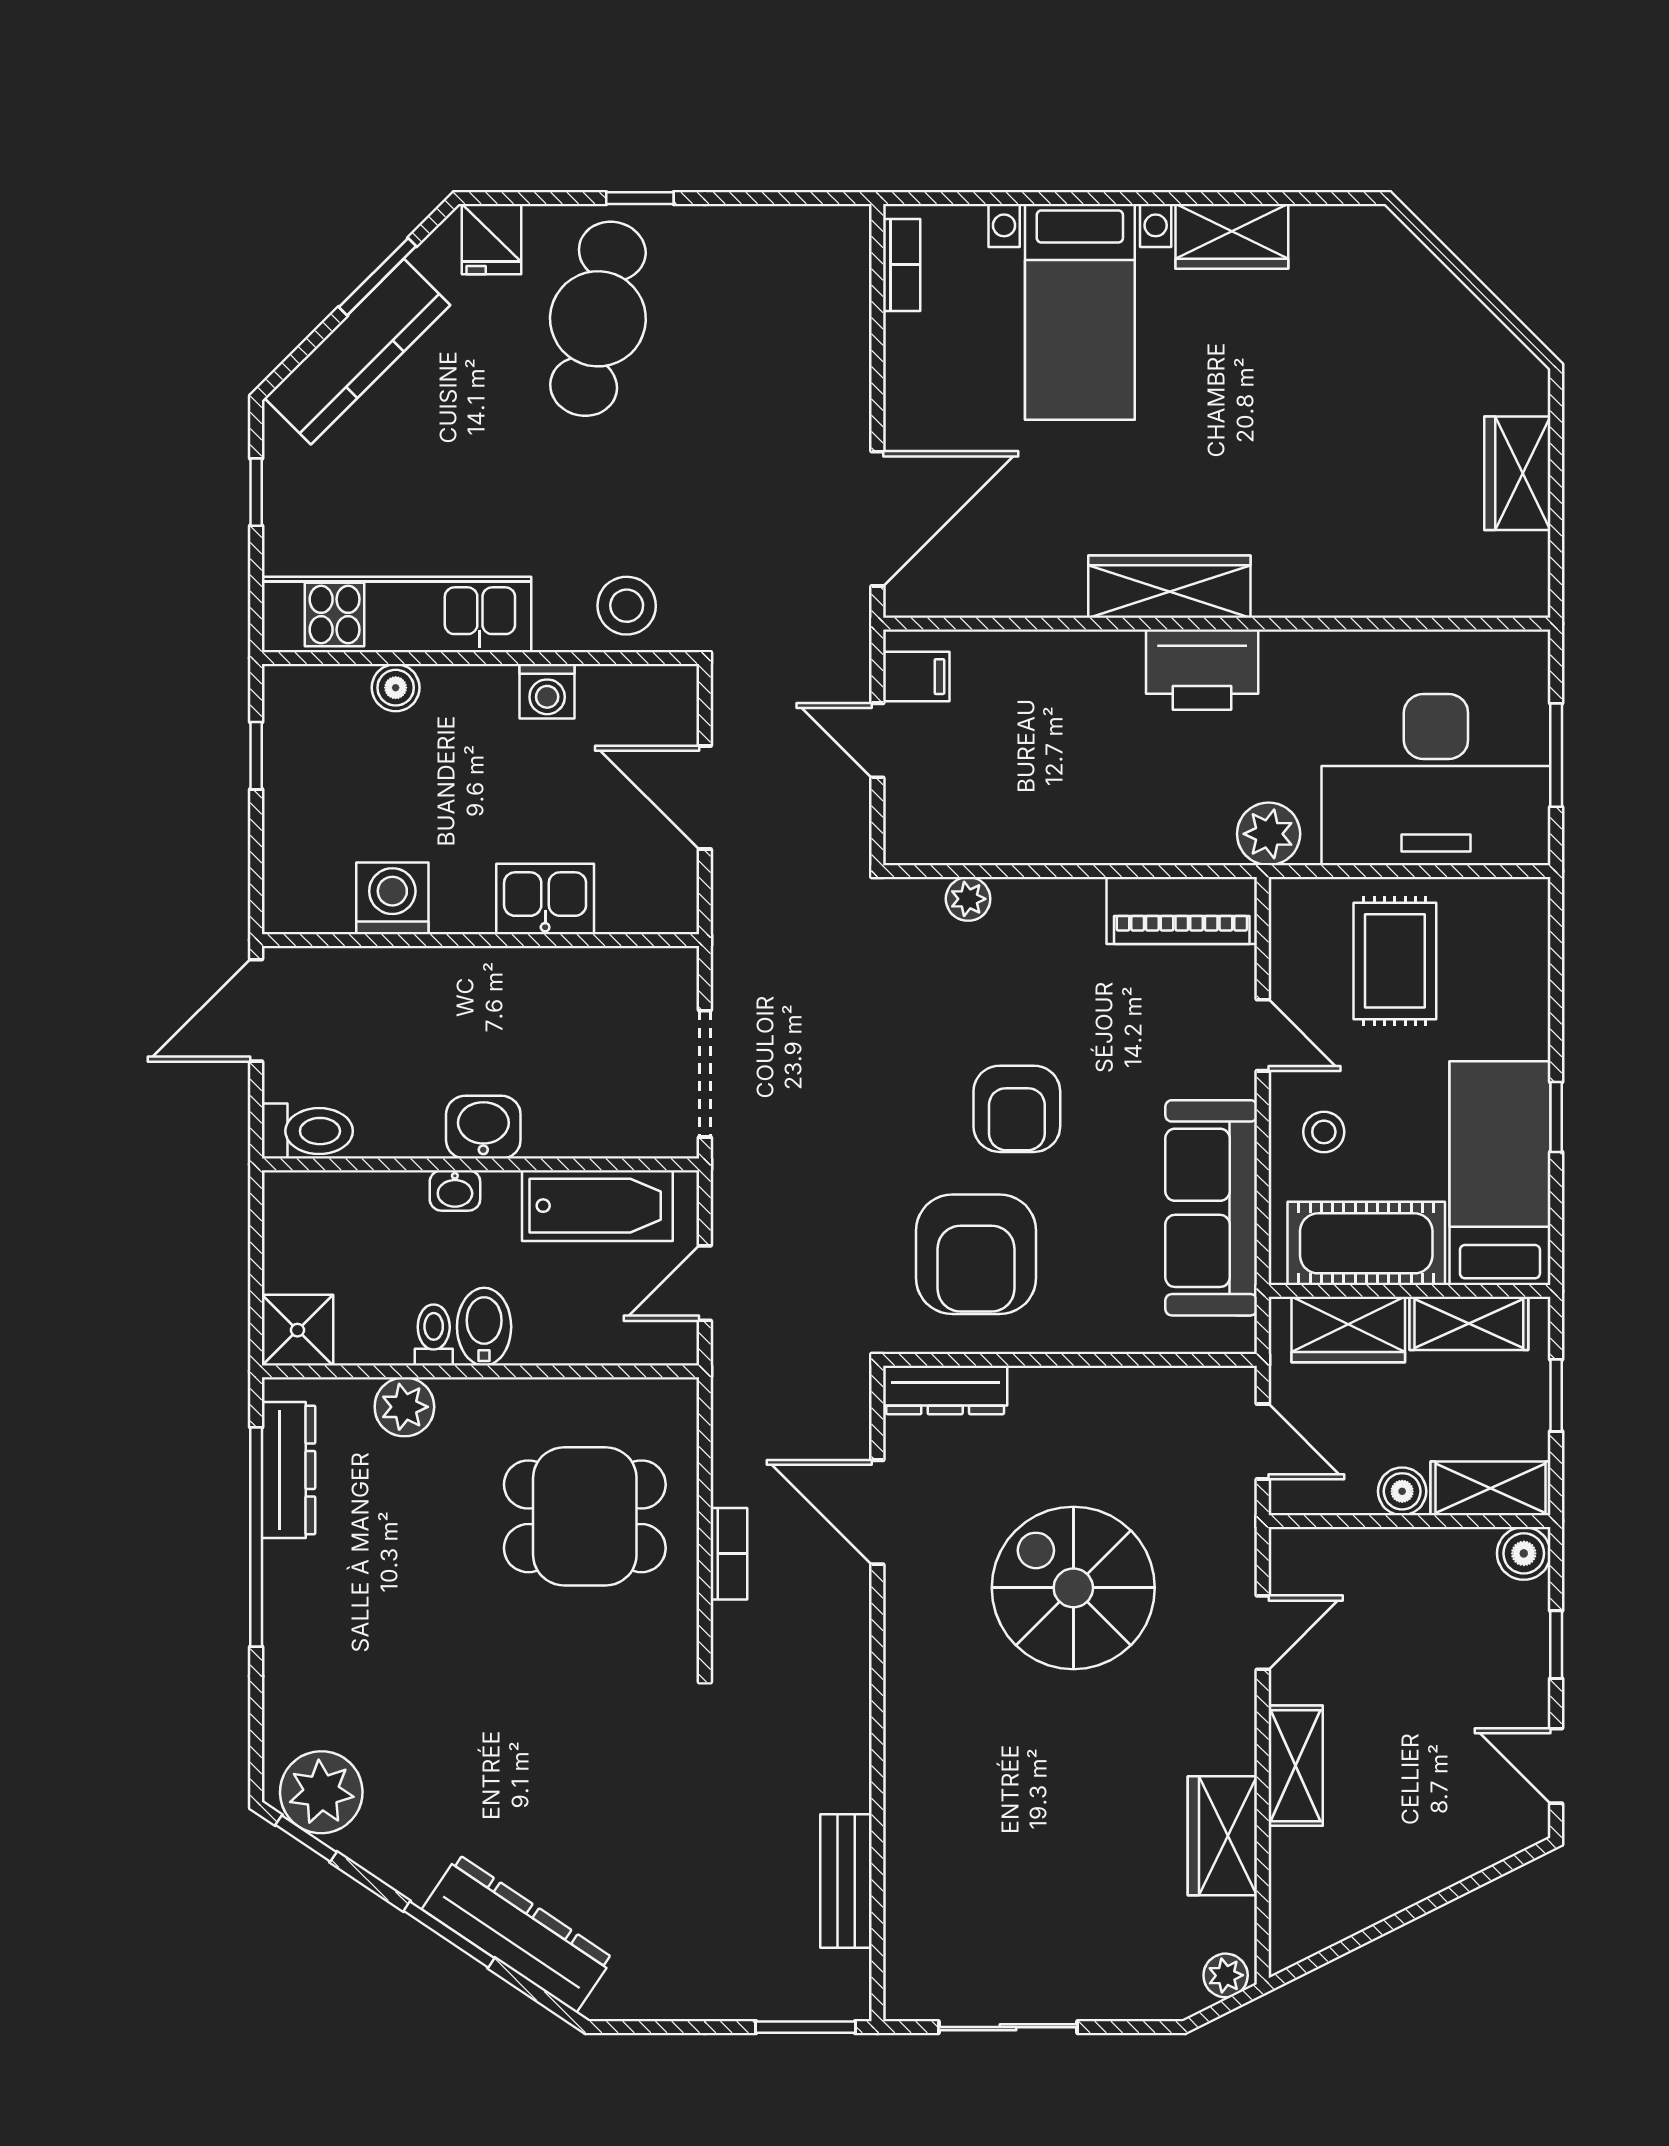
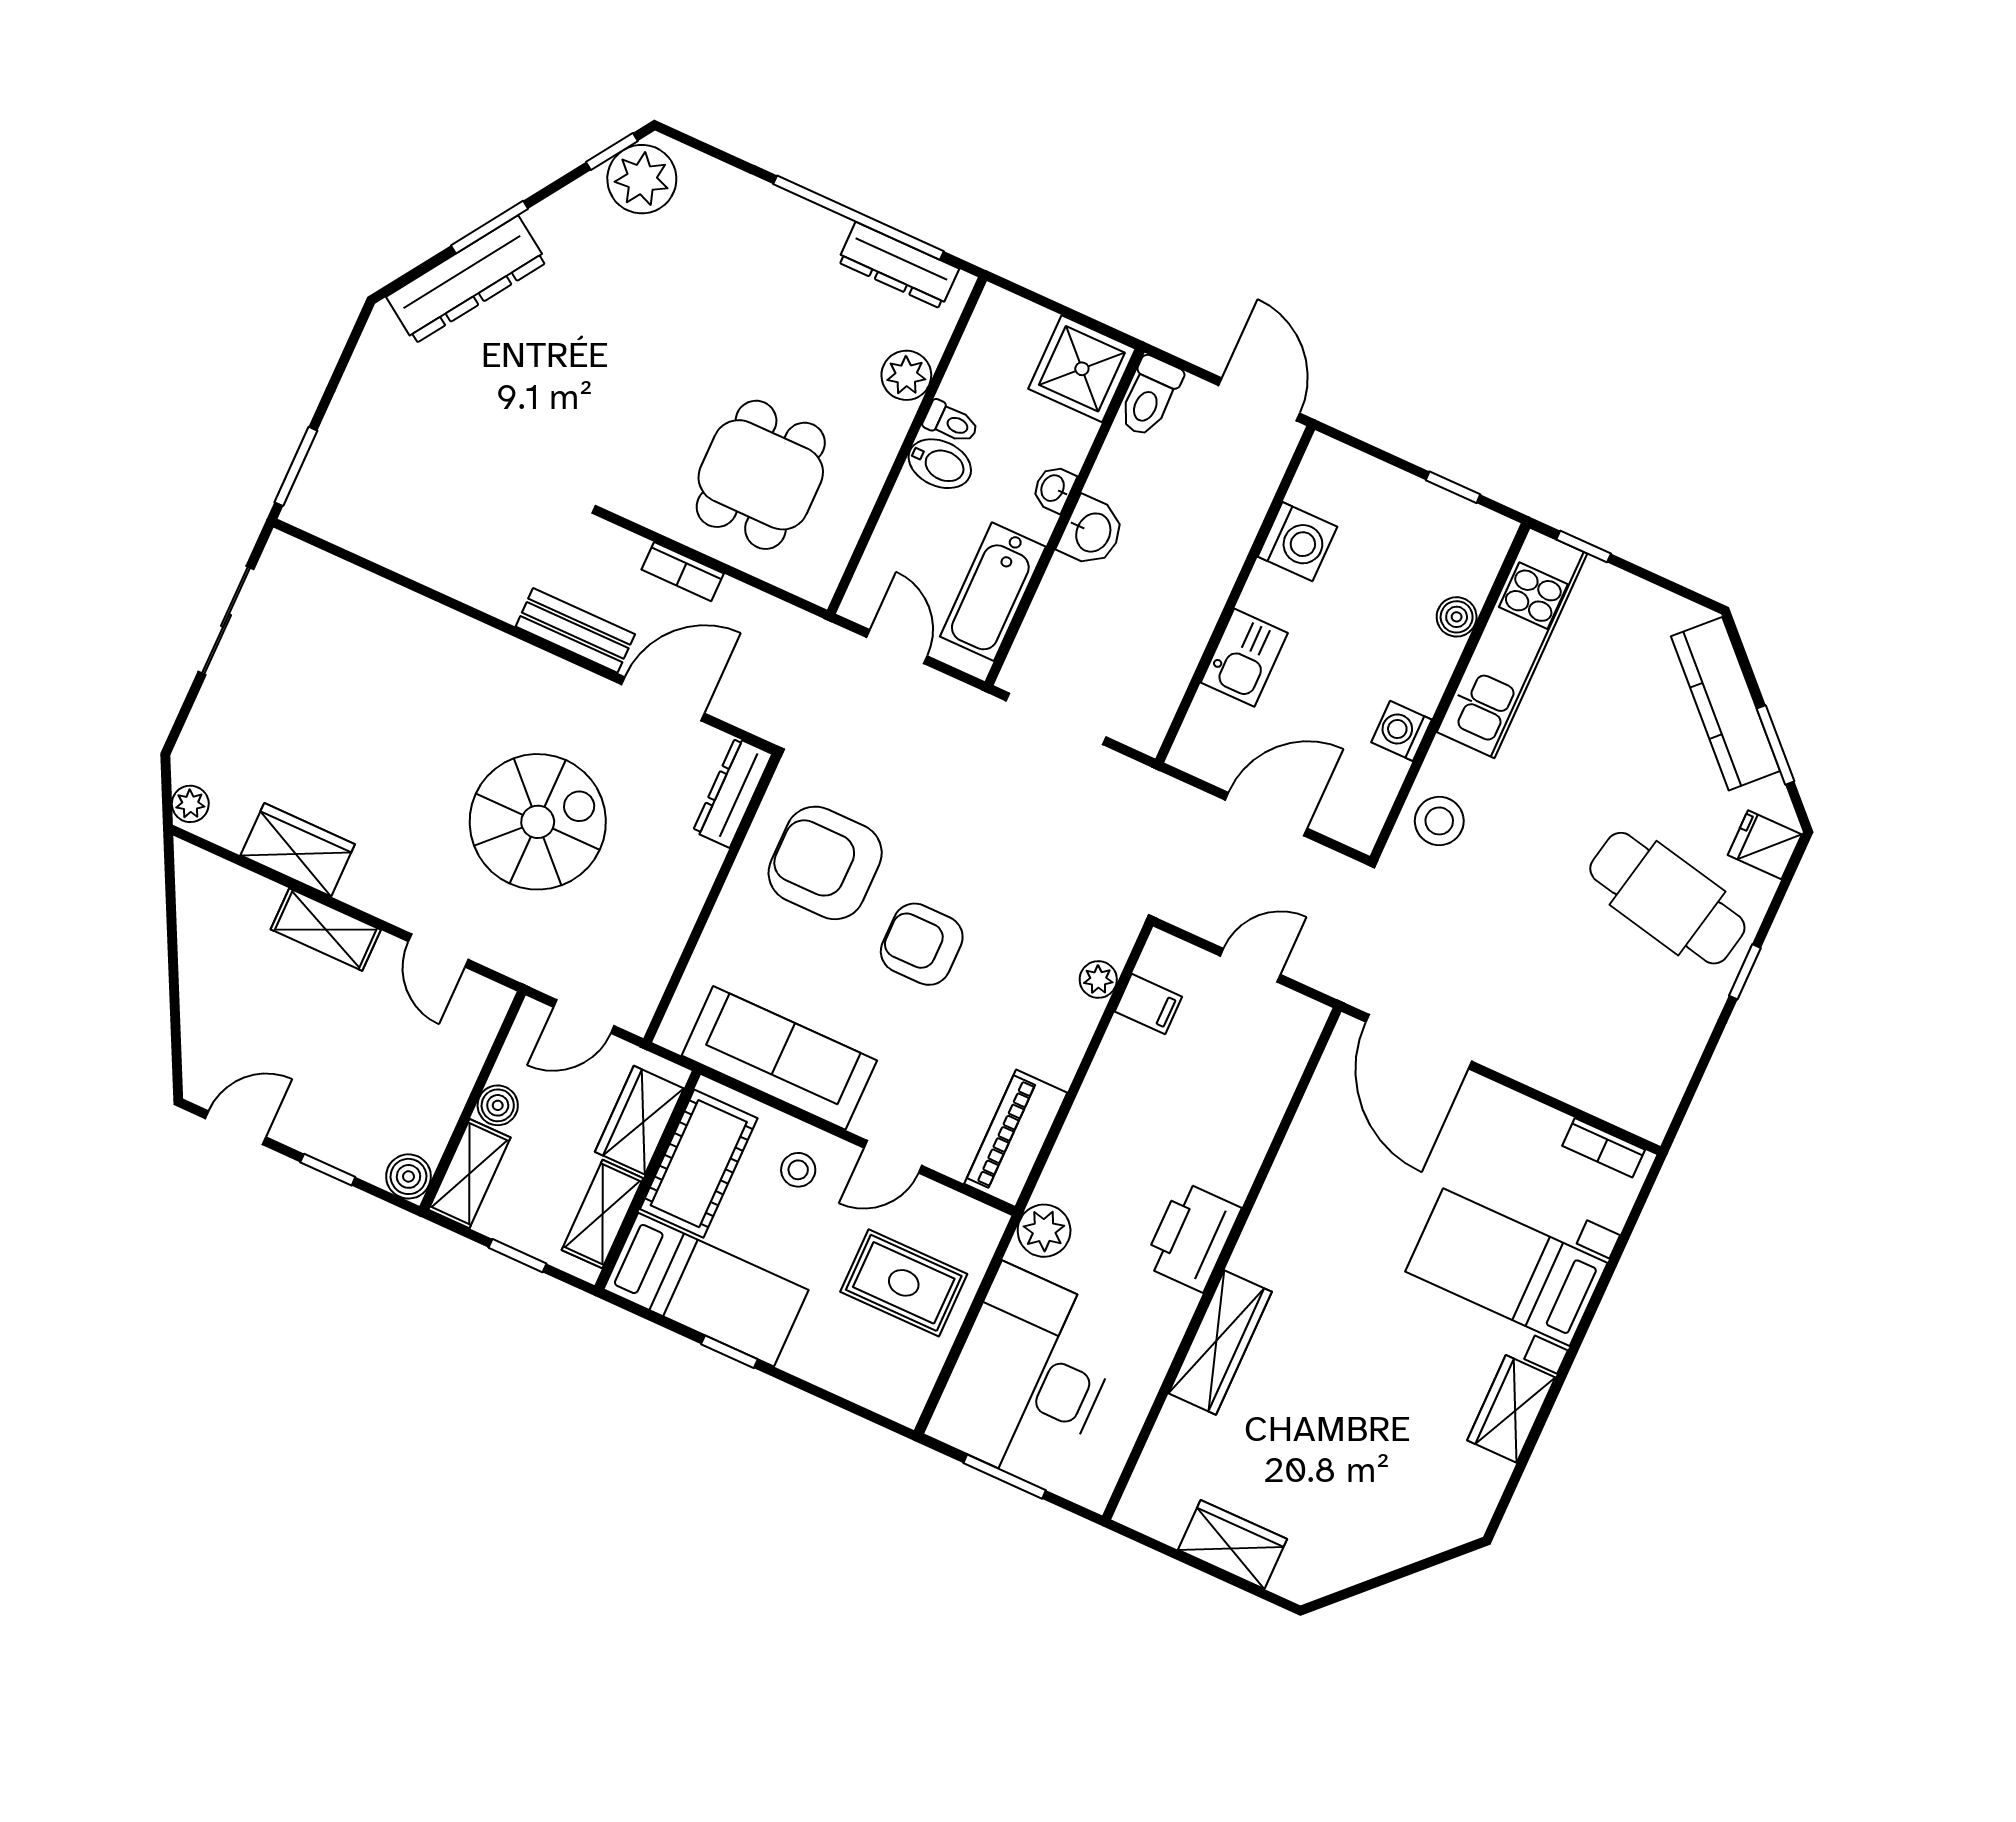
window: (256, 492) -> (1584, 547), moved
wardrobe: (1169, 587) -> (1220, 1343), moved
filing cabinet: (916, 677) -> (1148, 1004), moved, turned -90
shower: (297, 1330) -> (1082, 369), moved, width x1.36, depth x1.36
bench: (846, 1881) -> (575, 630), moved

